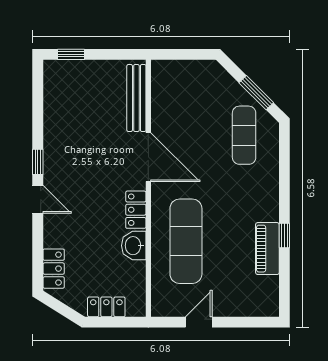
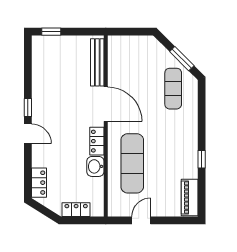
piano: (267, 249) -> (190, 198), moved

